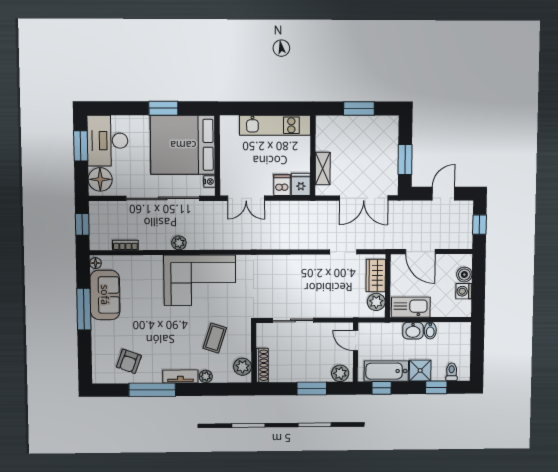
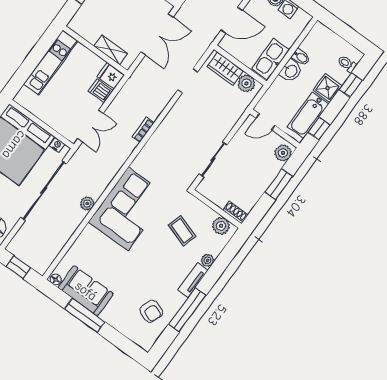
bookcase: (125, 245) -> (143, 130), moved
shoe rack: (262, 365) -> (235, 212), width x0.70

